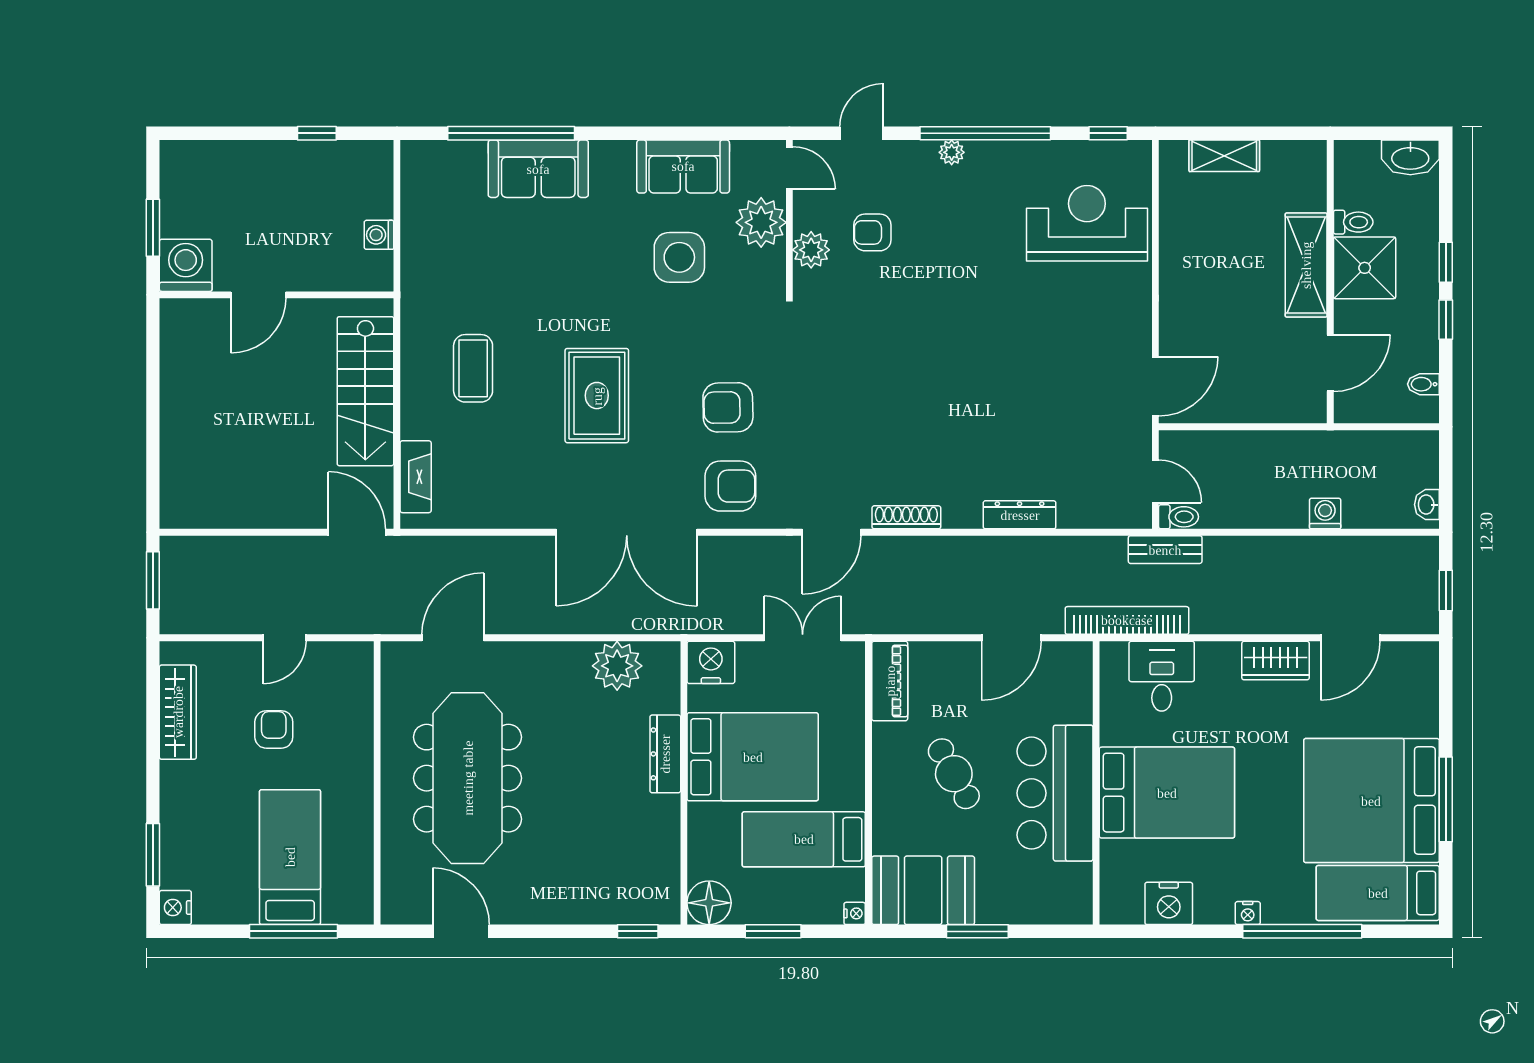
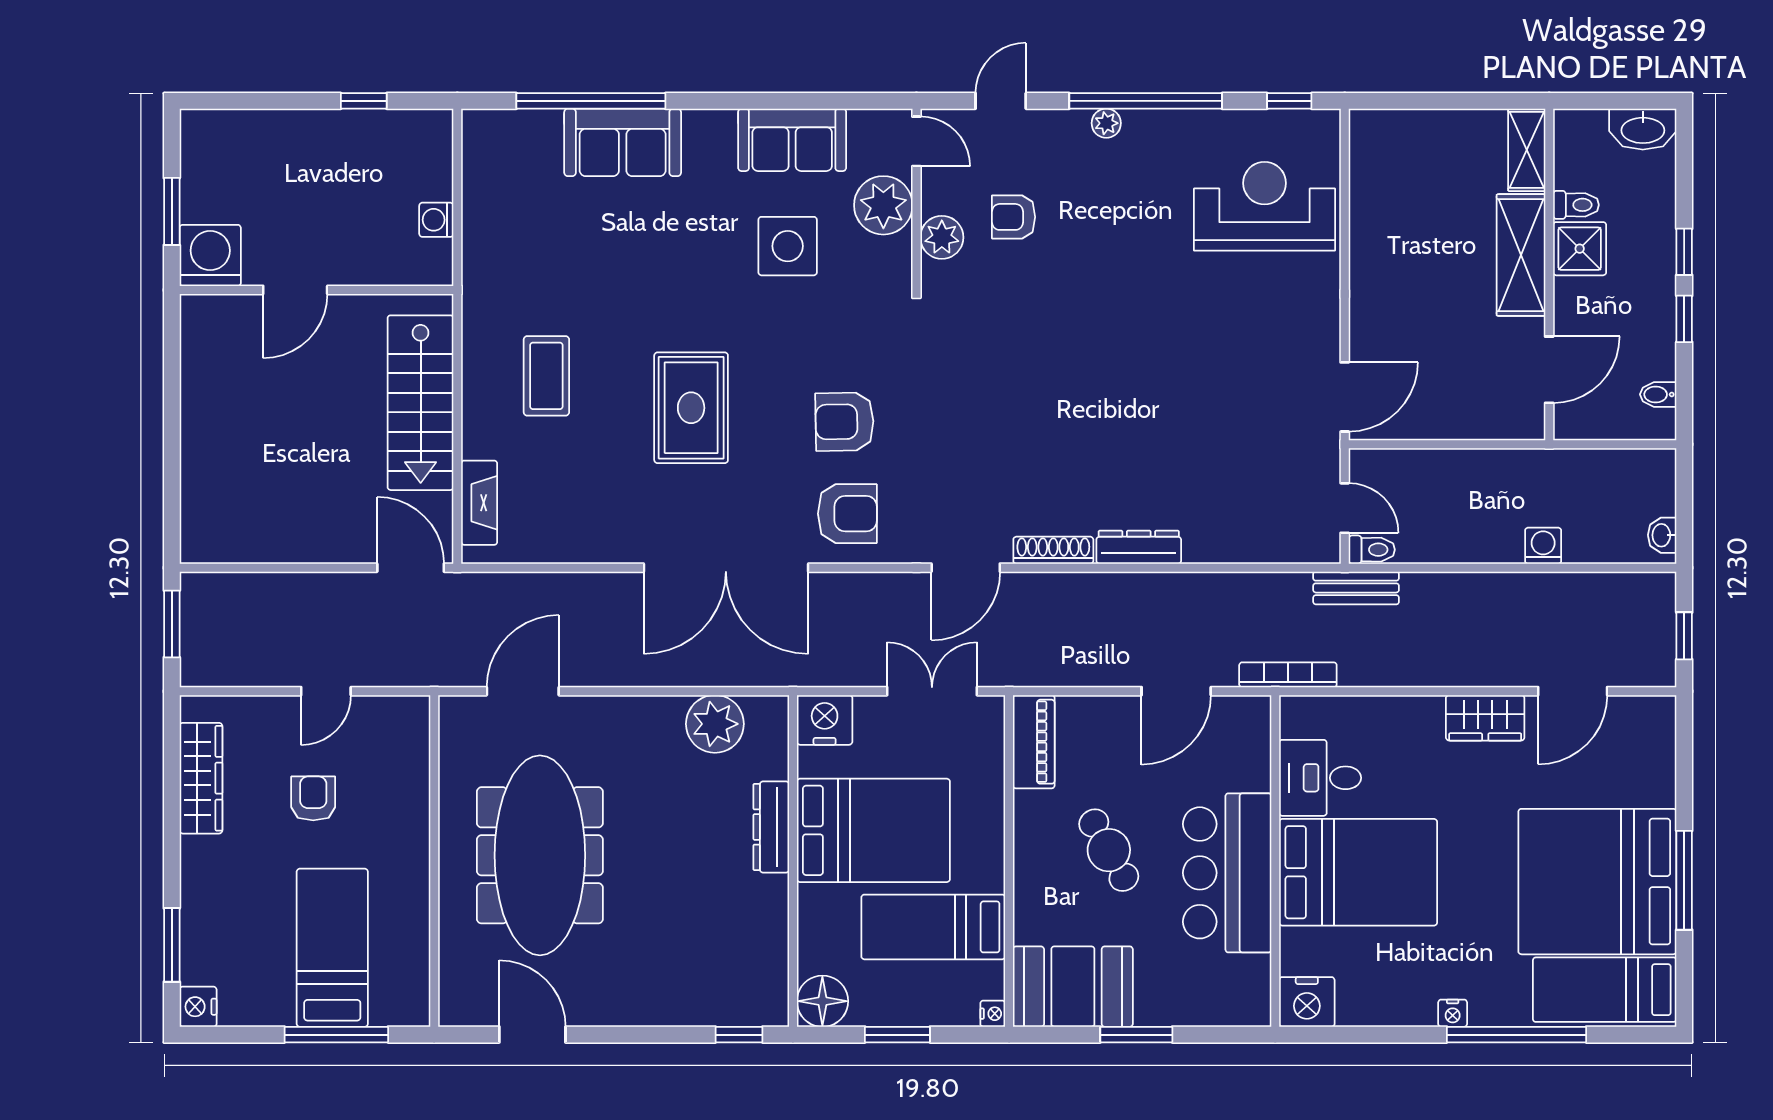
shelving: (1224, 156) -> (1527, 150), moved, turned 90
shower: (1365, 268) -> (1580, 249), width x0.73, depth x0.73
dresser: (1020, 515) -> (1139, 547), moved
bookcase: (1127, 620) -> (1288, 675), width x0.68, depth x0.76
desk: (1162, 676) -> (1320, 778), moved, turned -90
nightstand: (1169, 903) -> (1307, 1002), moved

